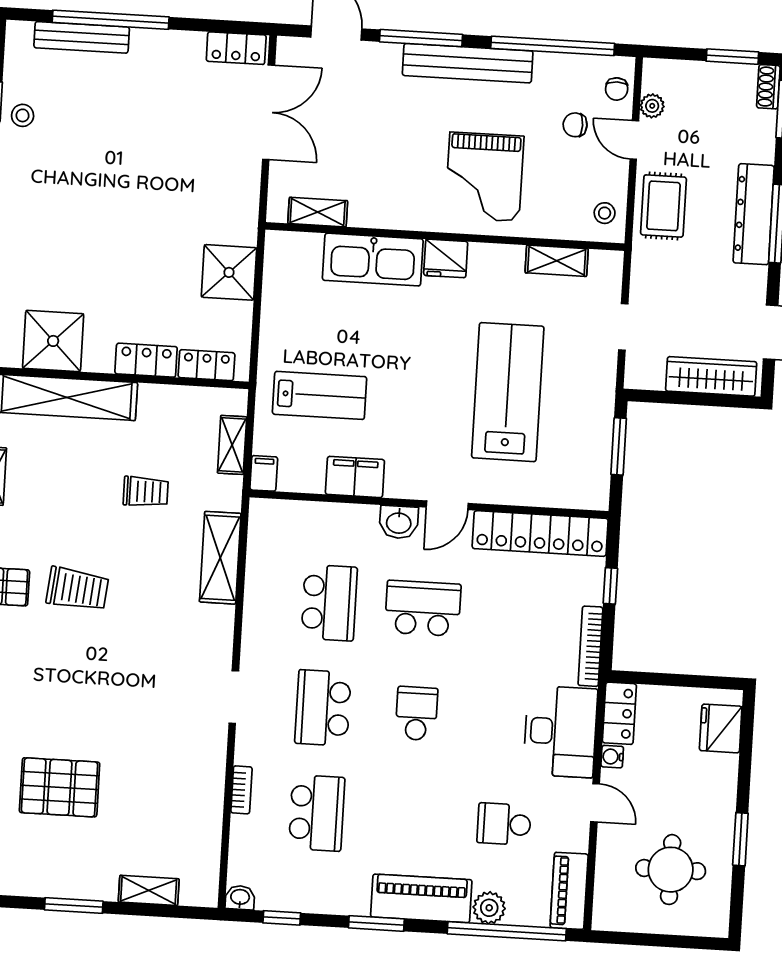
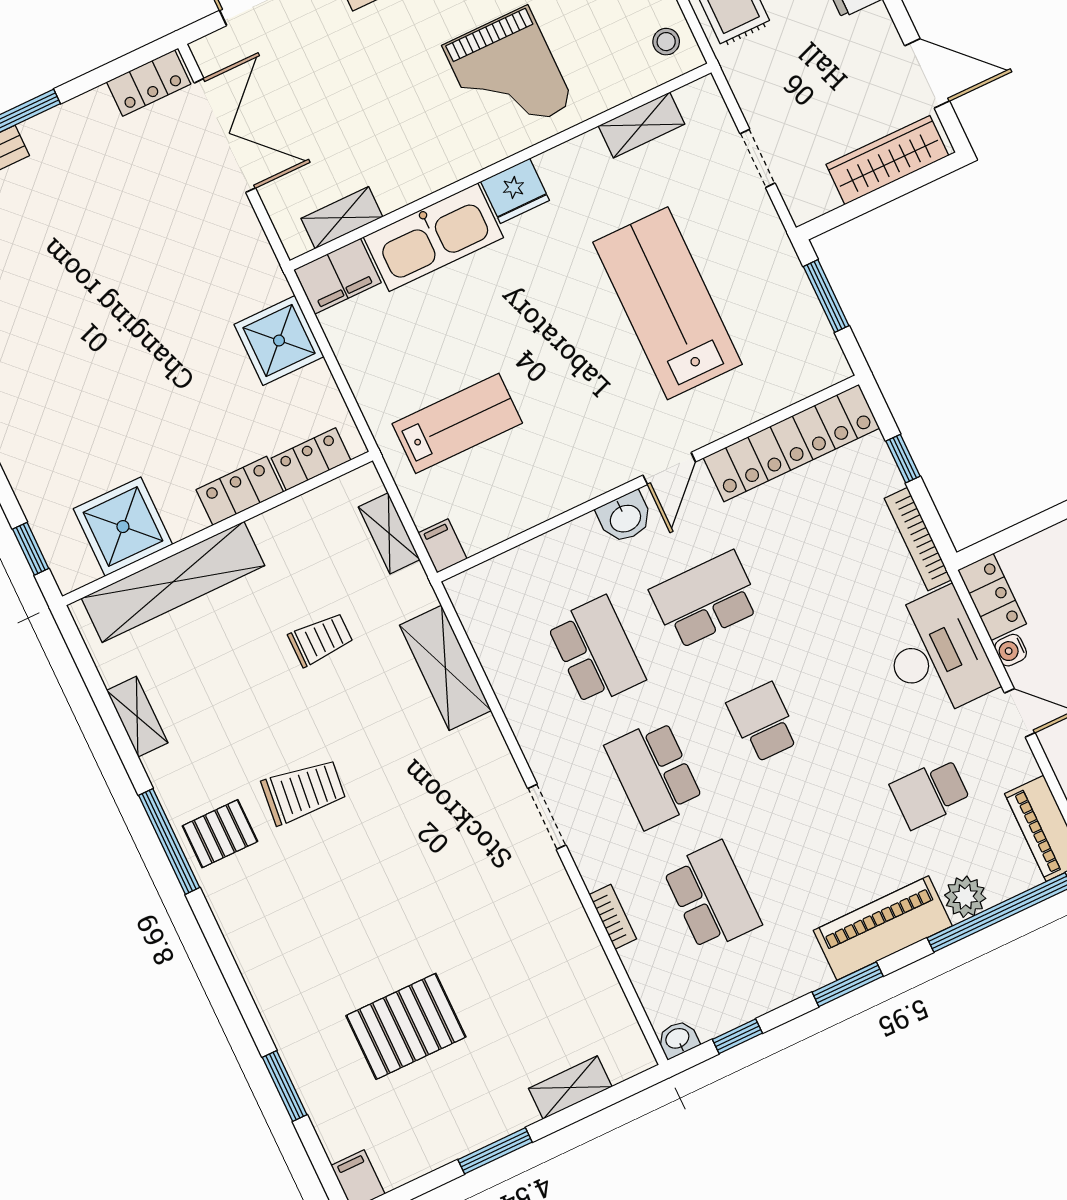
filing cabinet: (355, 477) -> (338, 276), moved, turned 180

